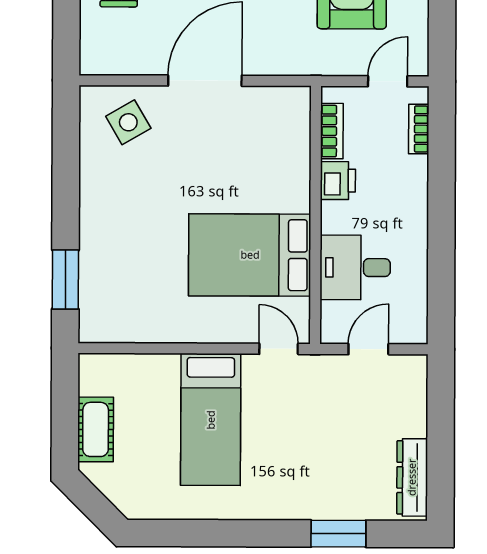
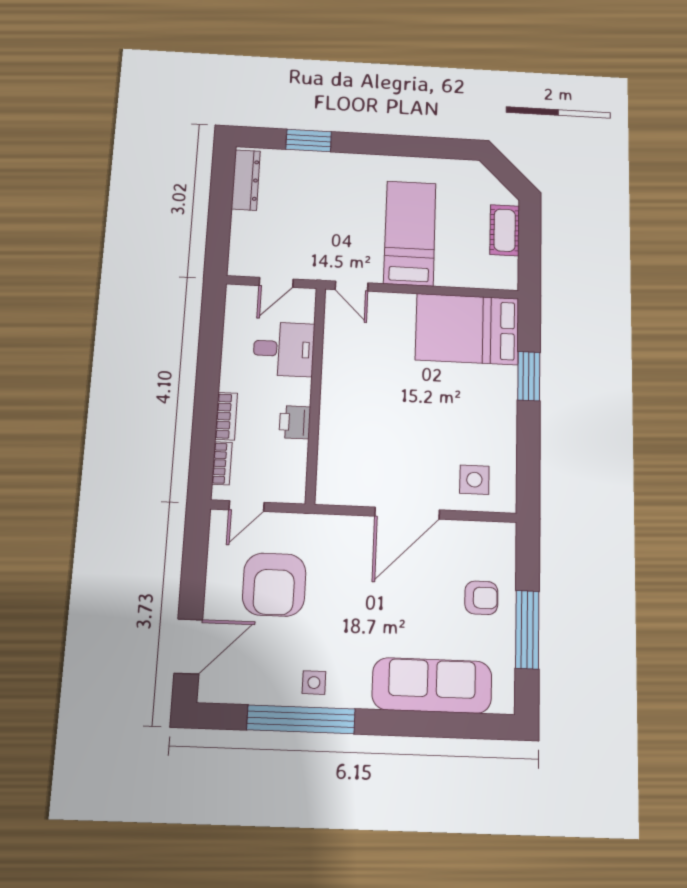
side table: (128, 122) -> (474, 480), turned 30
bookcase: (332, 131) -> (226, 416), moved, turned 180
bed: (250, 255) -> (467, 329), moved, turned 180
window: (65, 280) -> (529, 376), moved

